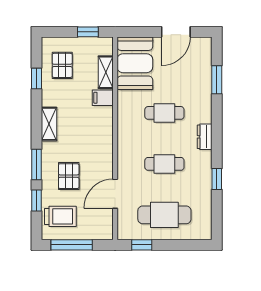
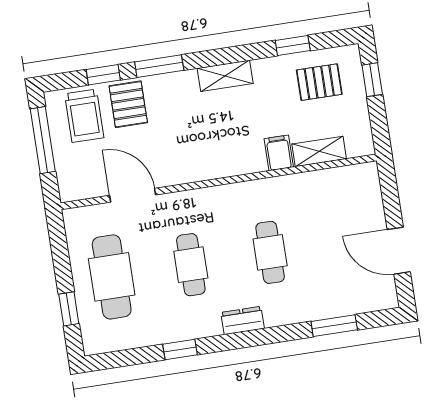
window: (88, 32) -> (372, 80), moved
booth: (135, 63) -> (340, 194), removed
pallet: (69, 176) -> (128, 104), moved, turned 90
window: (142, 245) -> (69, 309), moved

